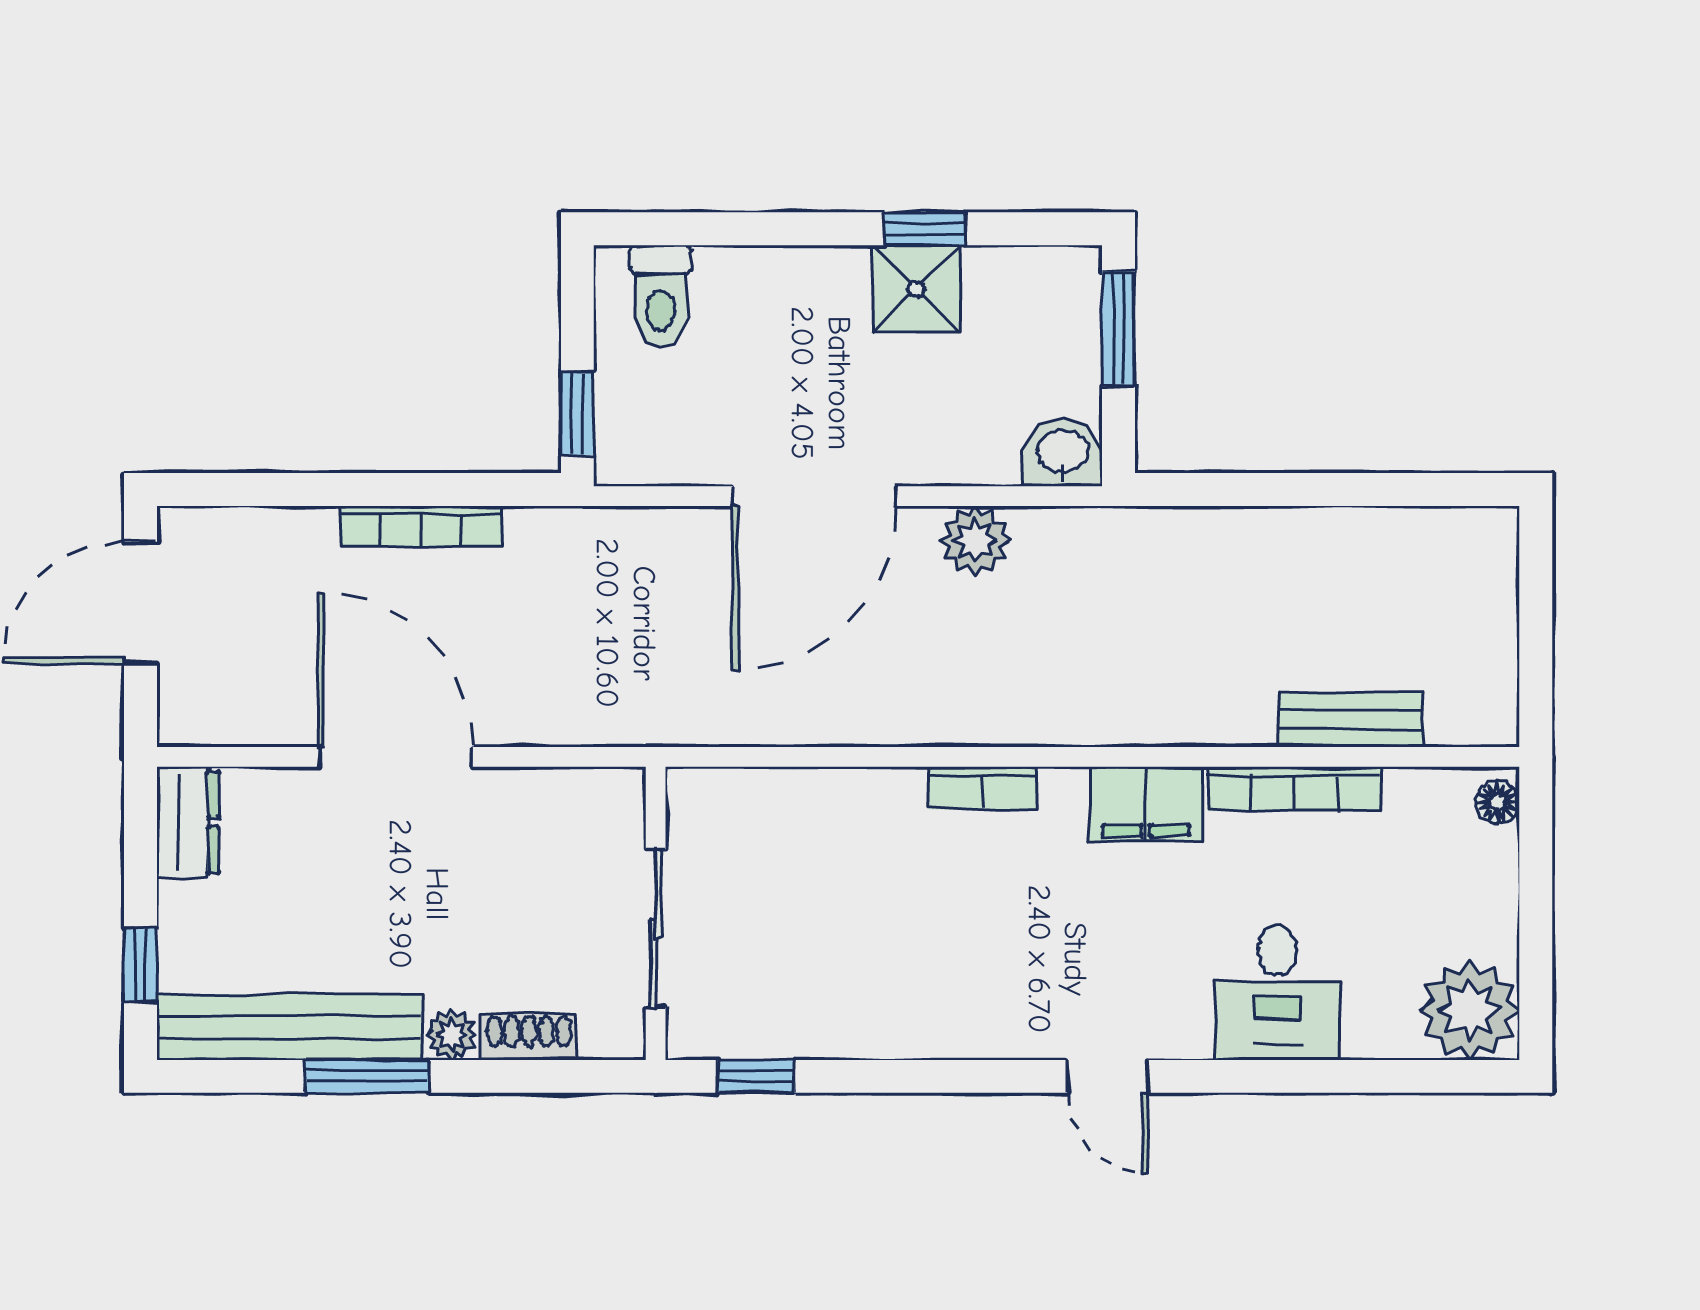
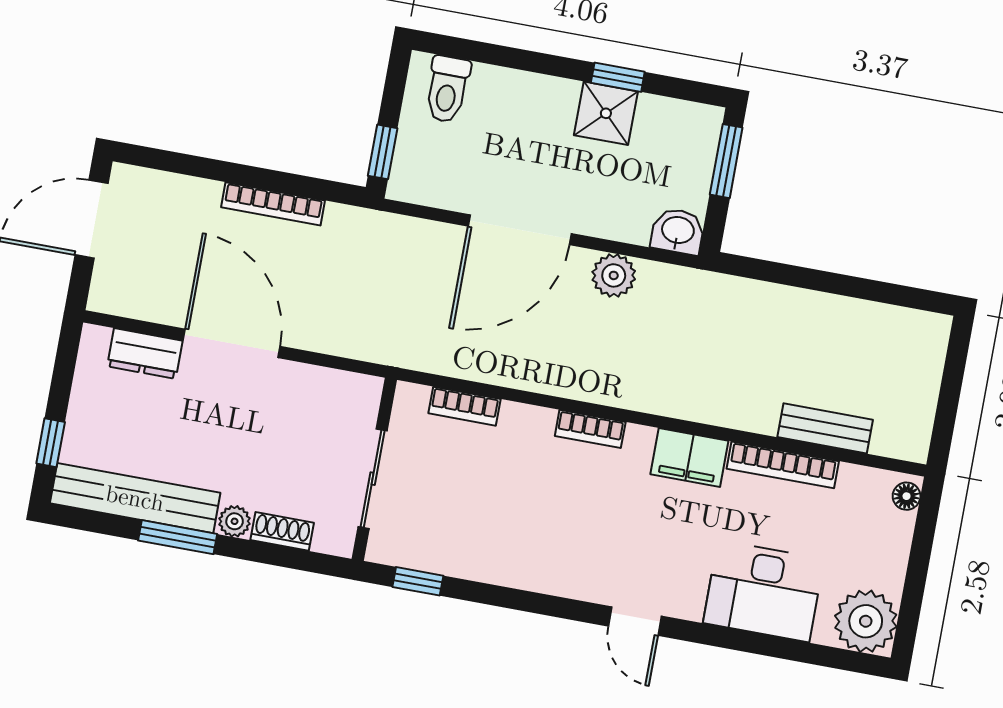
bookcase: (779, 788) -> (464, 406), added
dresser: (188, 822) -> (145, 354), moved, turned 90
desk: (1277, 992) -> (764, 591), width x1.37

